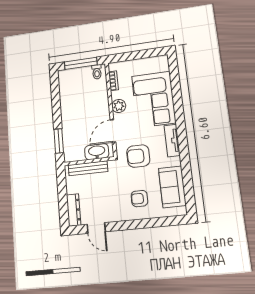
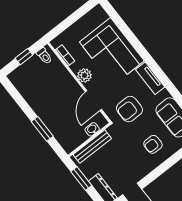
window: (81, 63) -> (24, 57), width x0.46
window: (59, 141) -> (42, 129), moved
washbasin: (97, 152) -> (92, 129), width x0.52, depth x0.69
window: (62, 189) -> (81, 178), added

